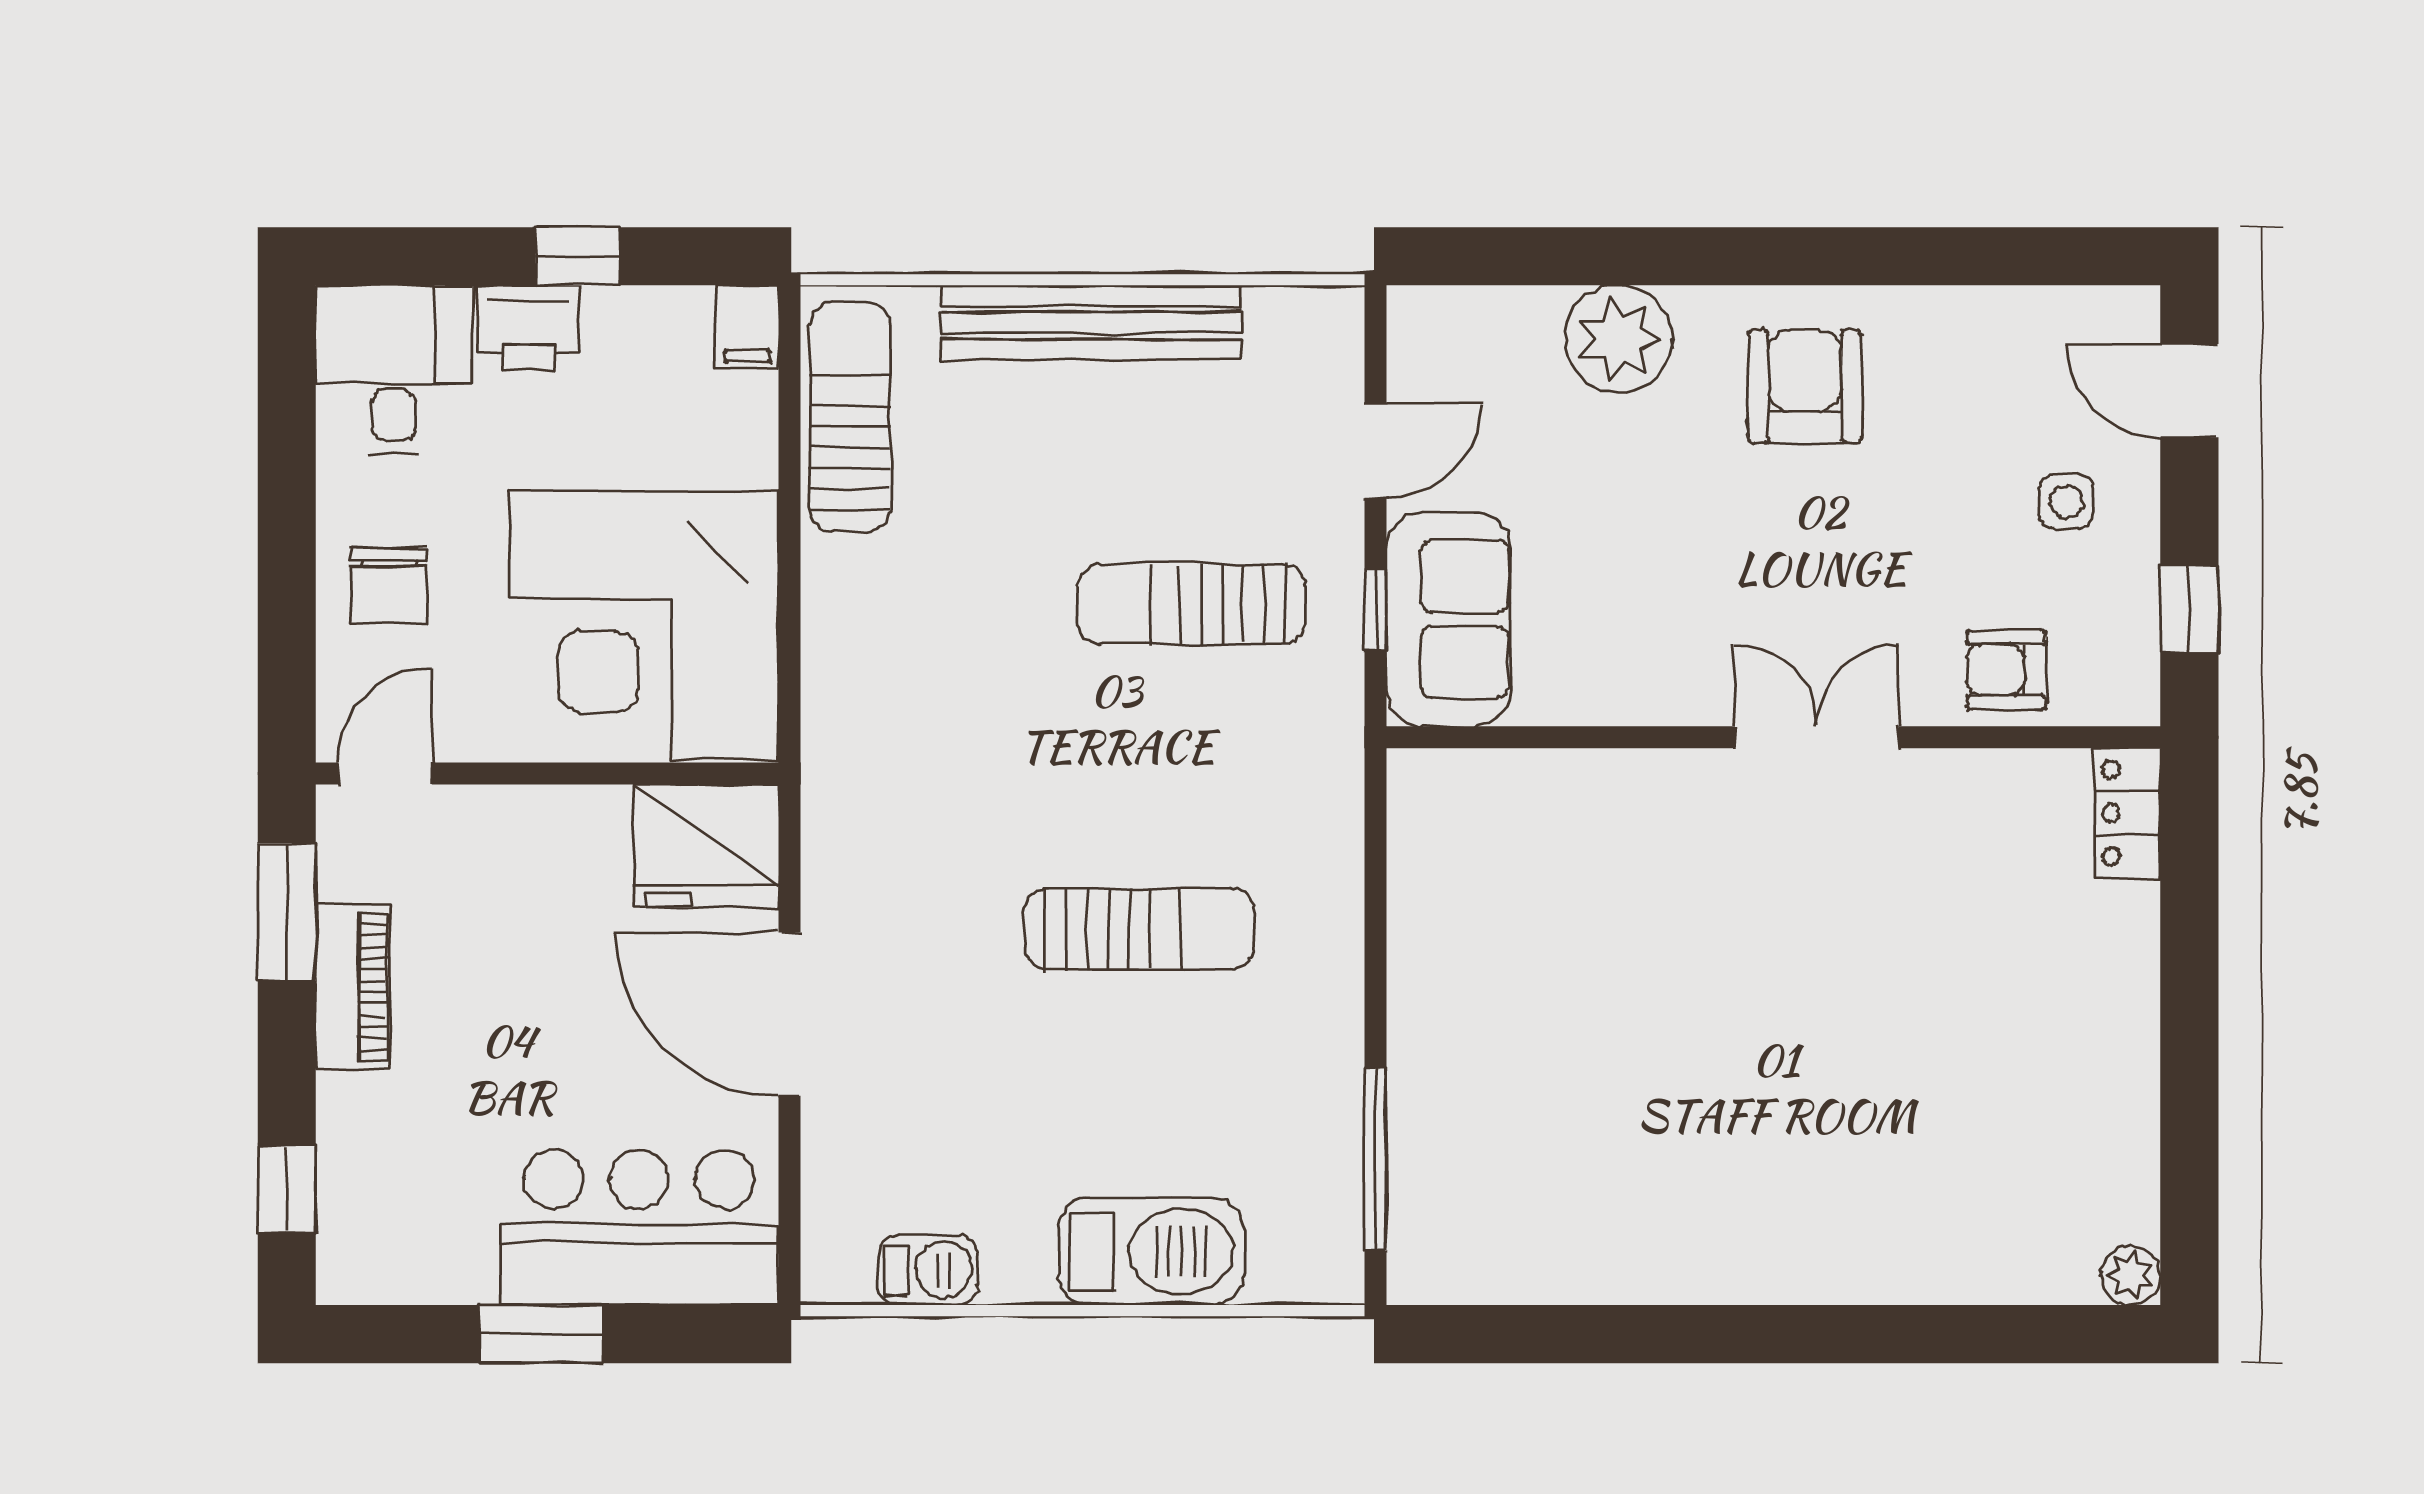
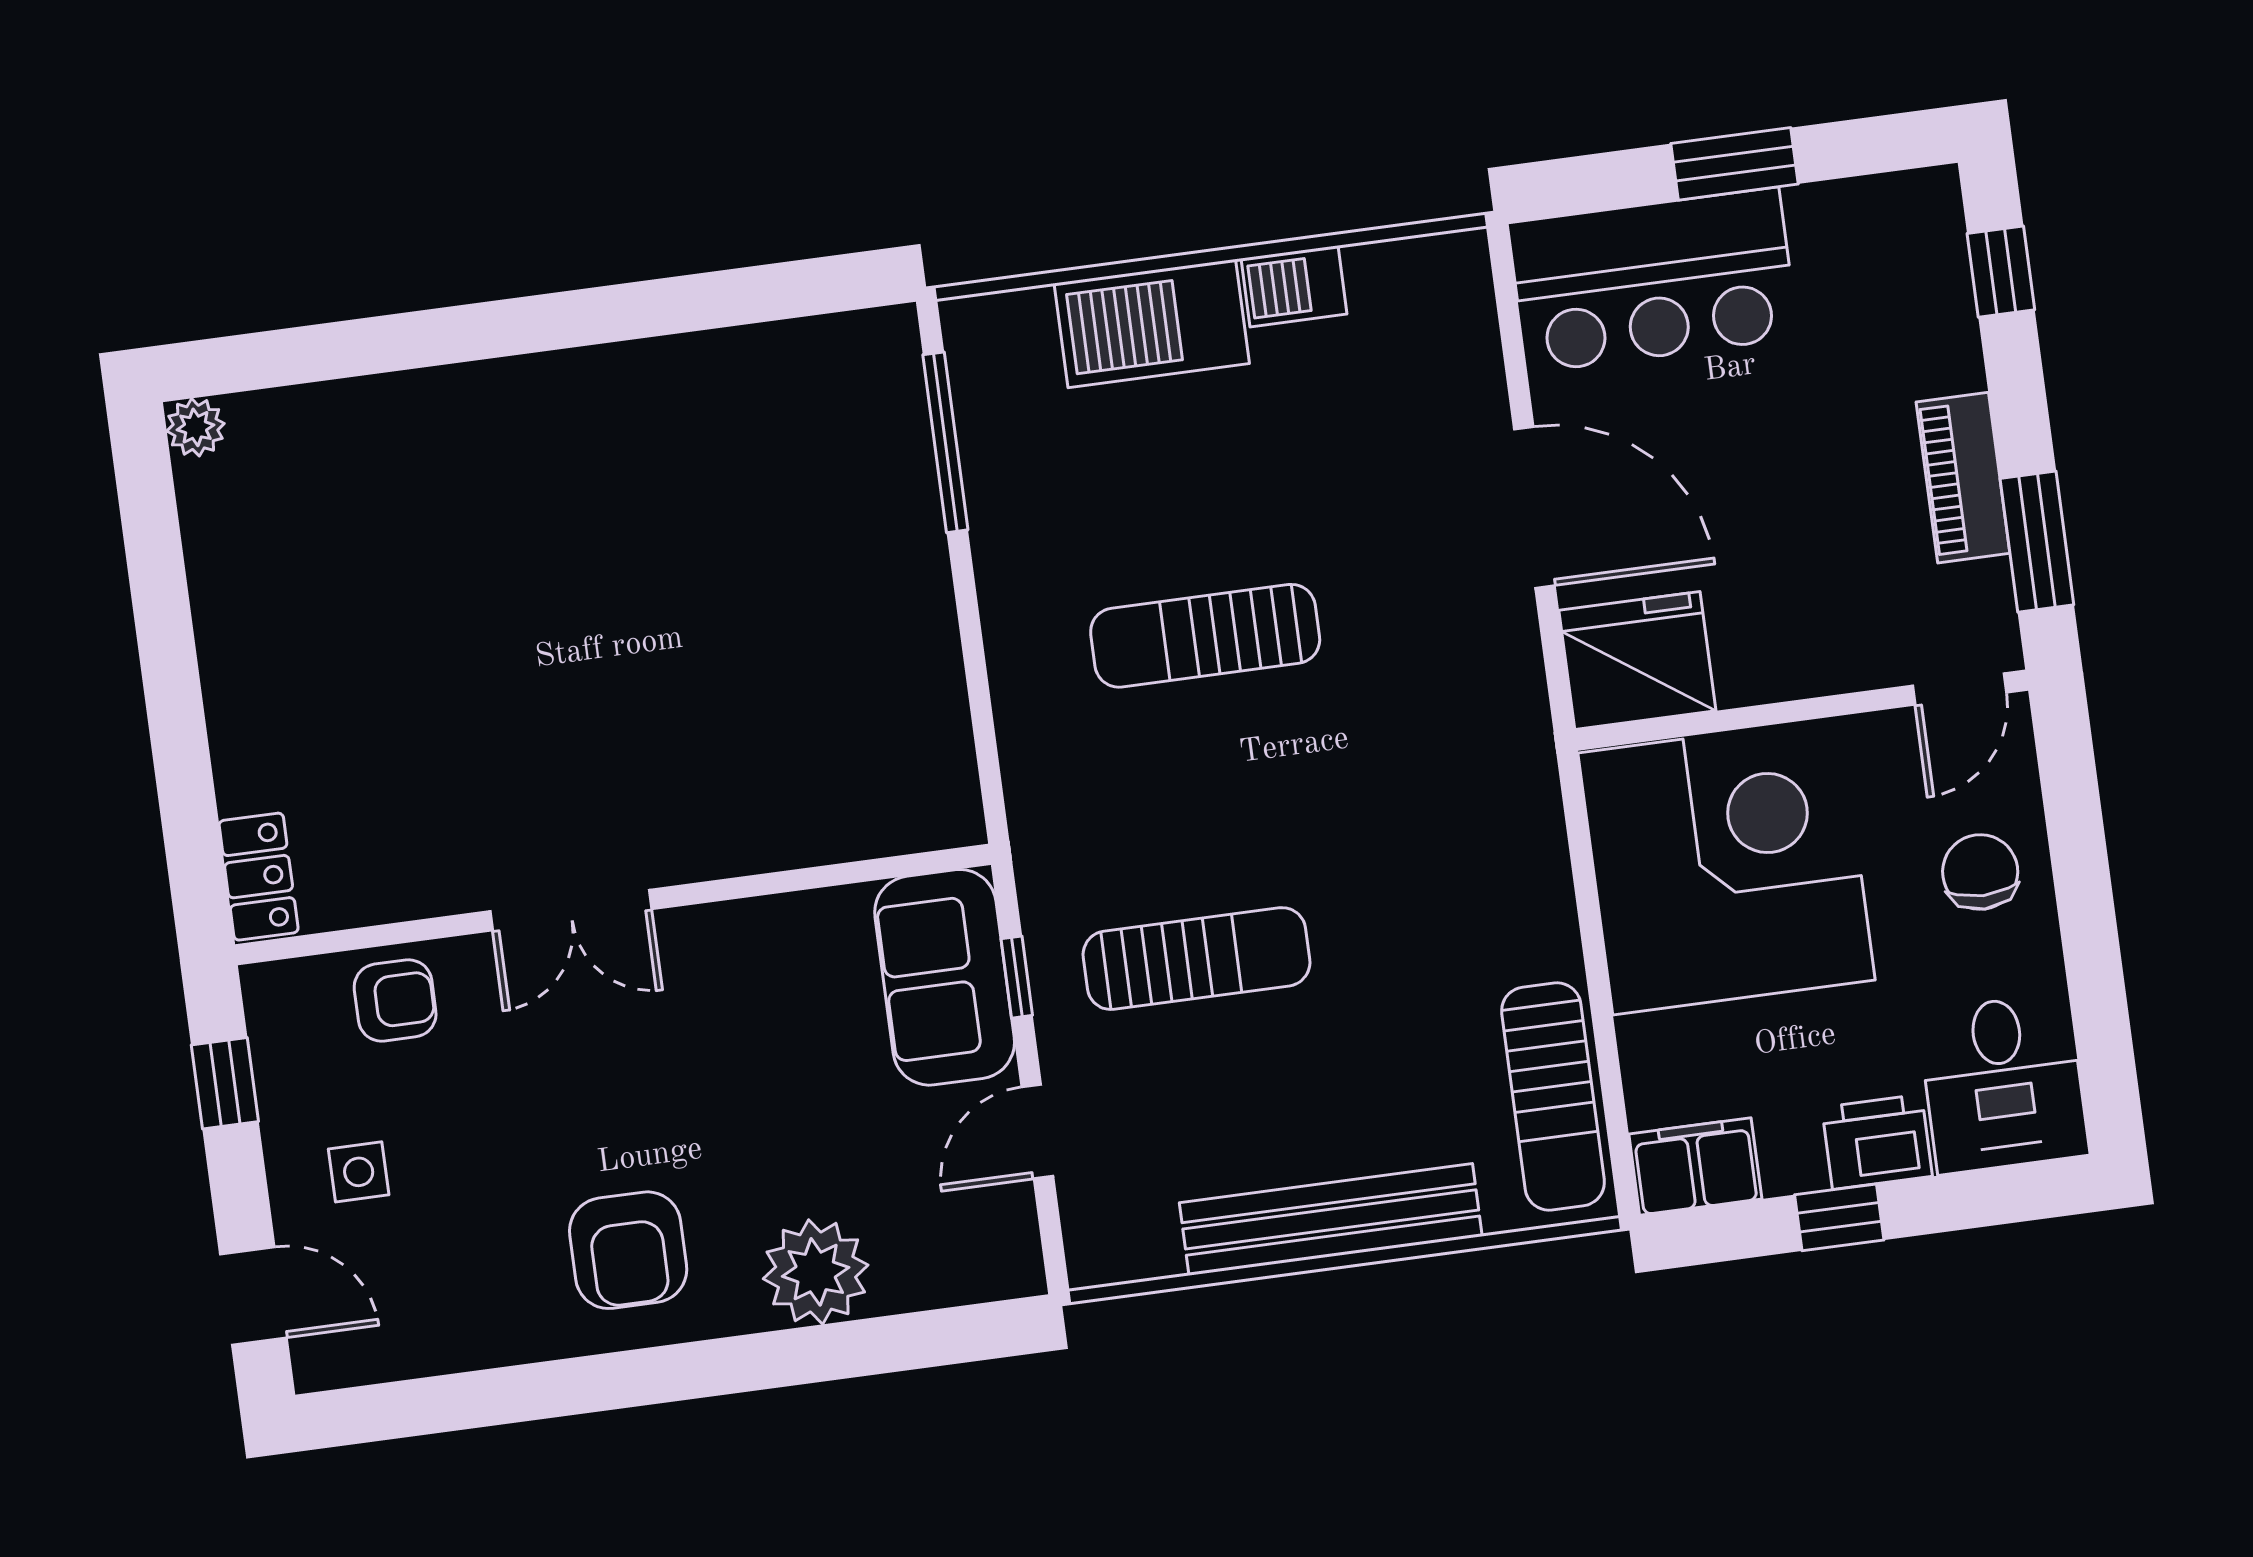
filing cabinet: (747, 327) -> (1695, 1166), width x2.00
barbecue: (928, 1270) -> (1294, 286), moved

